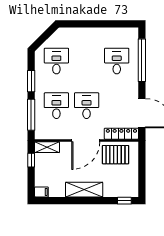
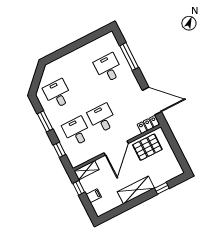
window: (142, 60) -> (129, 57), width x0.68
window: (31, 115) -> (59, 150), width x0.46
locker: (121, 134) -> (148, 125), width x0.66
filing cabinet: (41, 192) -> (94, 196), moved
window: (124, 201) -> (162, 188), moved

